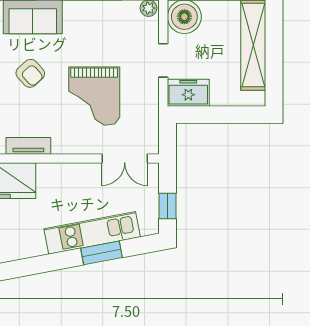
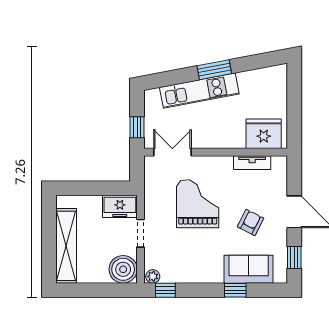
armchair: (30, 73) -> (251, 222), turned 69
window: (167, 206) -> (137, 127), moved
window: (102, 253) -> (214, 70), moved

